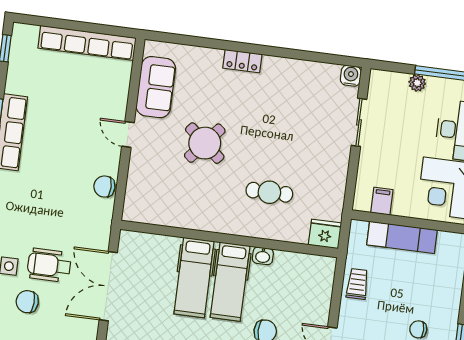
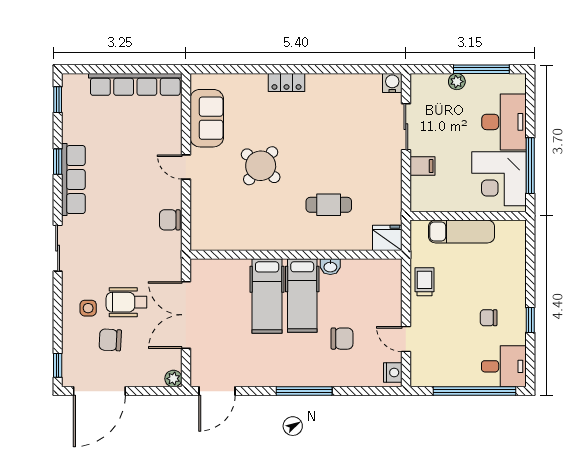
filing cabinet: (382, 201) -> (422, 166), moved, turned 90

